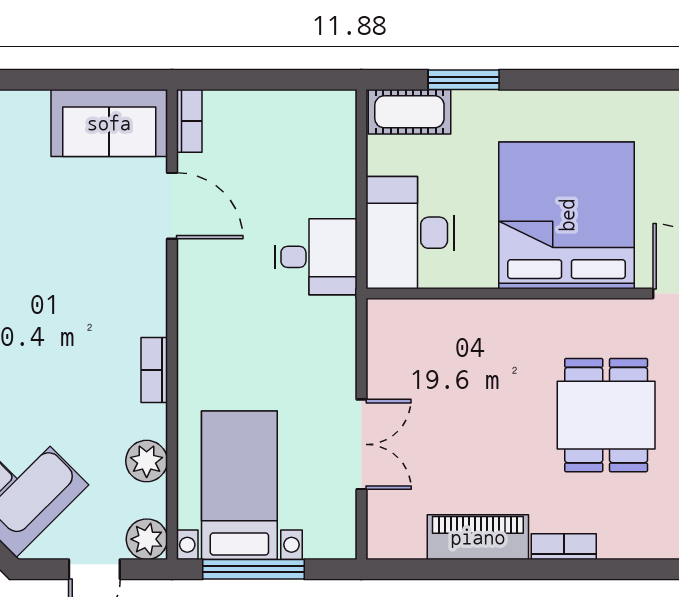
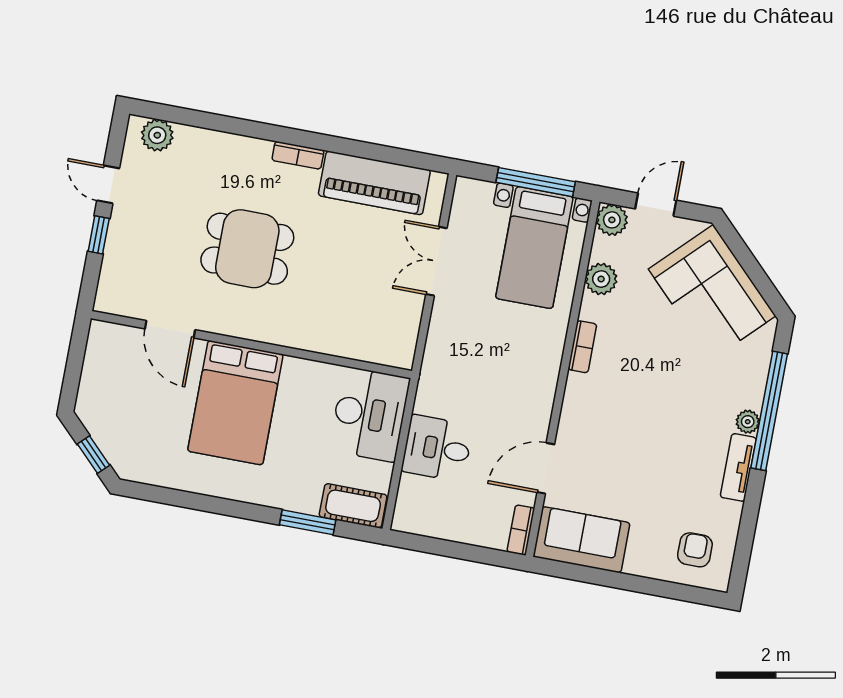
door: (172, 206) -> (546, 468), hinge flipped
bed: (567, 215) -> (235, 403), width x0.73
desk: (316, 257) -> (437, 448), moved
dining table: (606, 415) -> (247, 249), turned 90
piano: (478, 537) -> (374, 183), width x1.37, depth x1.33

